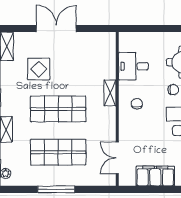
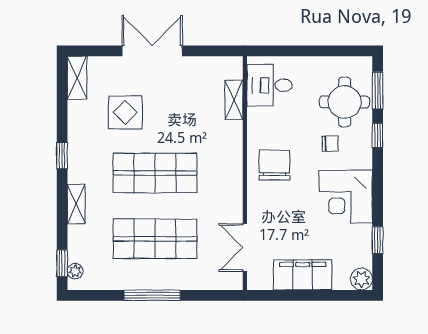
desk: (134, 66) -> (270, 85), moved
shelving: (110, 93) -> (234, 100), moved
chair: (137, 104) -> (275, 165), width x1.87, depth x1.87

